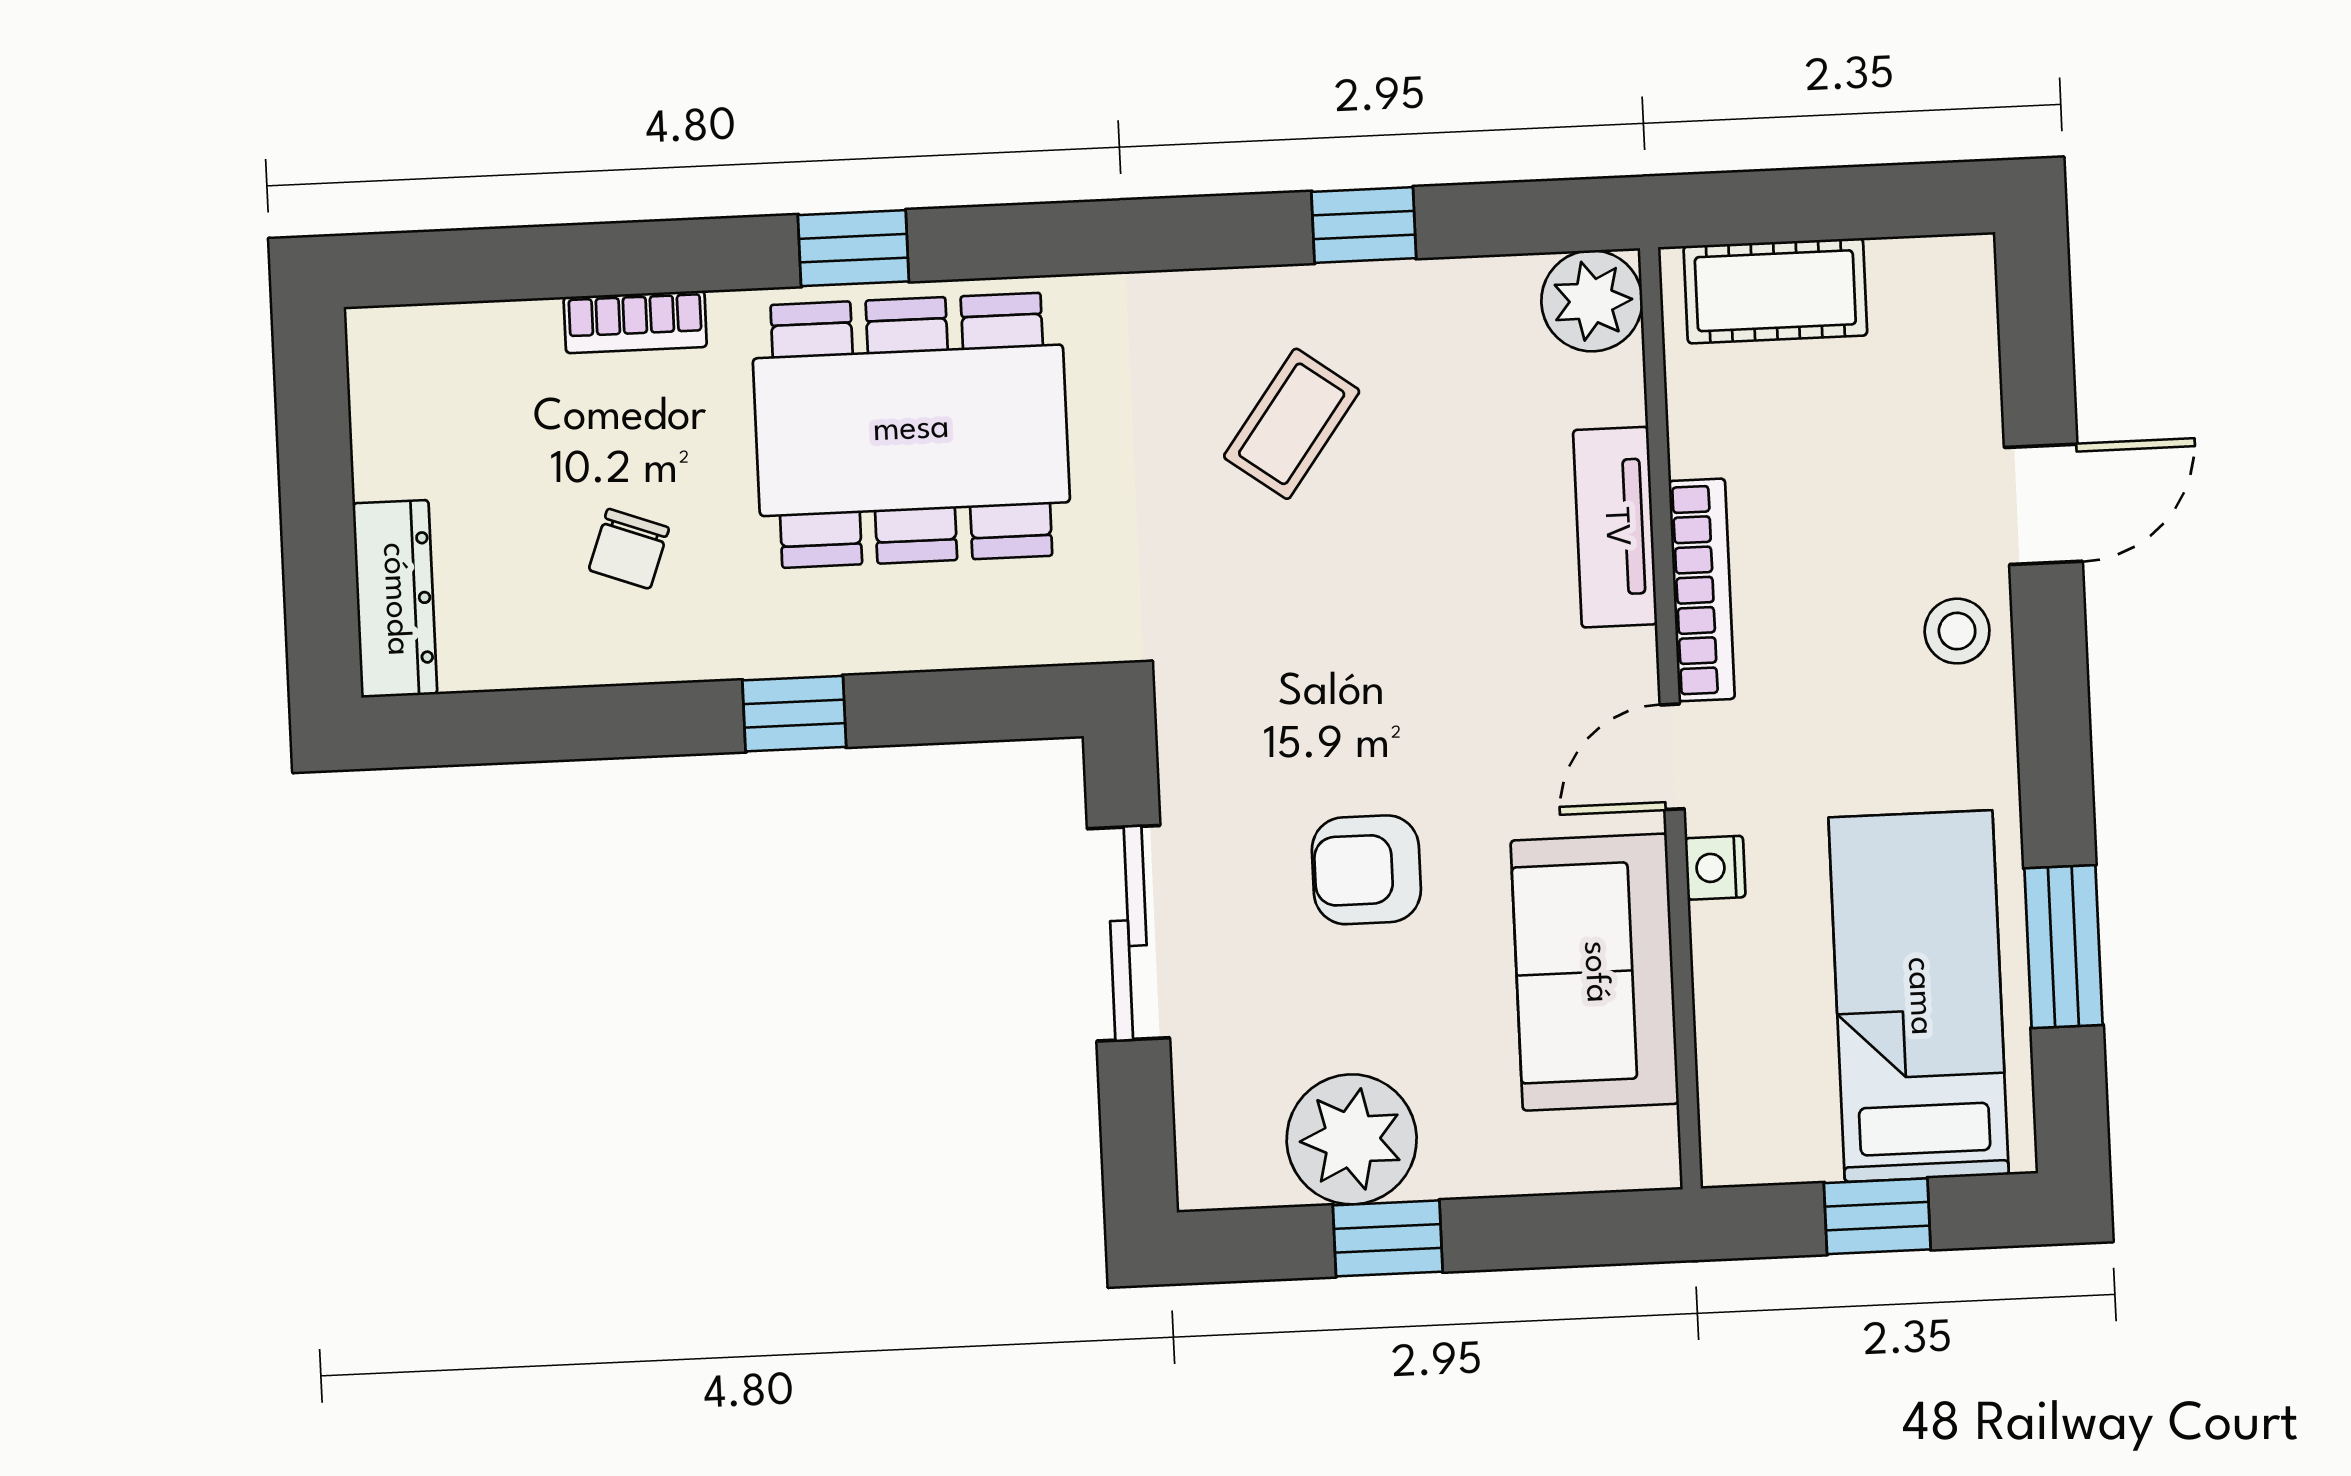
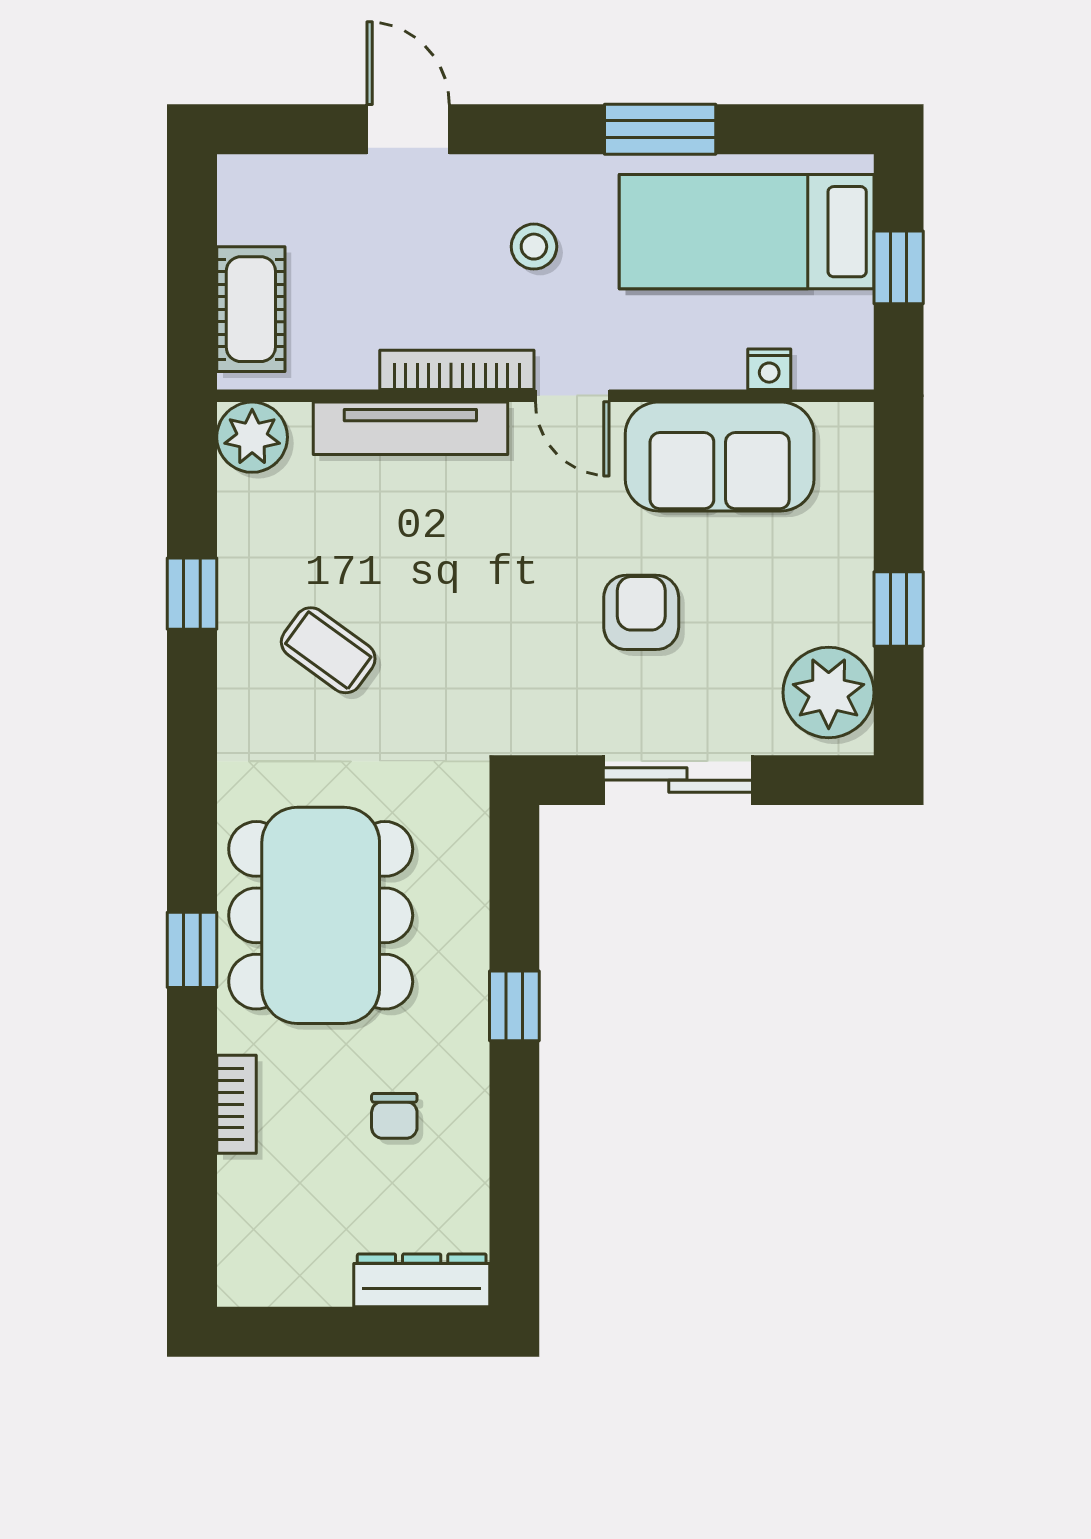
tv unit: (1615, 527) -> (410, 428), width x1.41
chair: (629, 549) -> (394, 1116), turned 70
stool: (1957, 631) -> (534, 247), moved
nightstand: (1715, 868) -> (769, 369), moved
armchair: (1366, 870) -> (641, 612), turned 180
window: (2063, 947) -> (660, 129), moved
plant: (1352, 1139) -> (829, 693), moved

